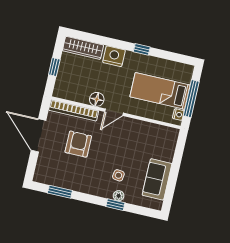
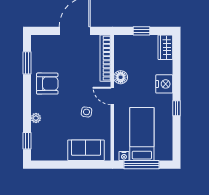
wardrobe: (83, 48) -> (165, 47), width x0.67
armchair: (78, 144) -> (47, 84), moved
side table: (118, 175) -> (86, 112), moved
sofa: (157, 179) -> (86, 150), moved
window: (115, 205) -> (27, 141), moved

